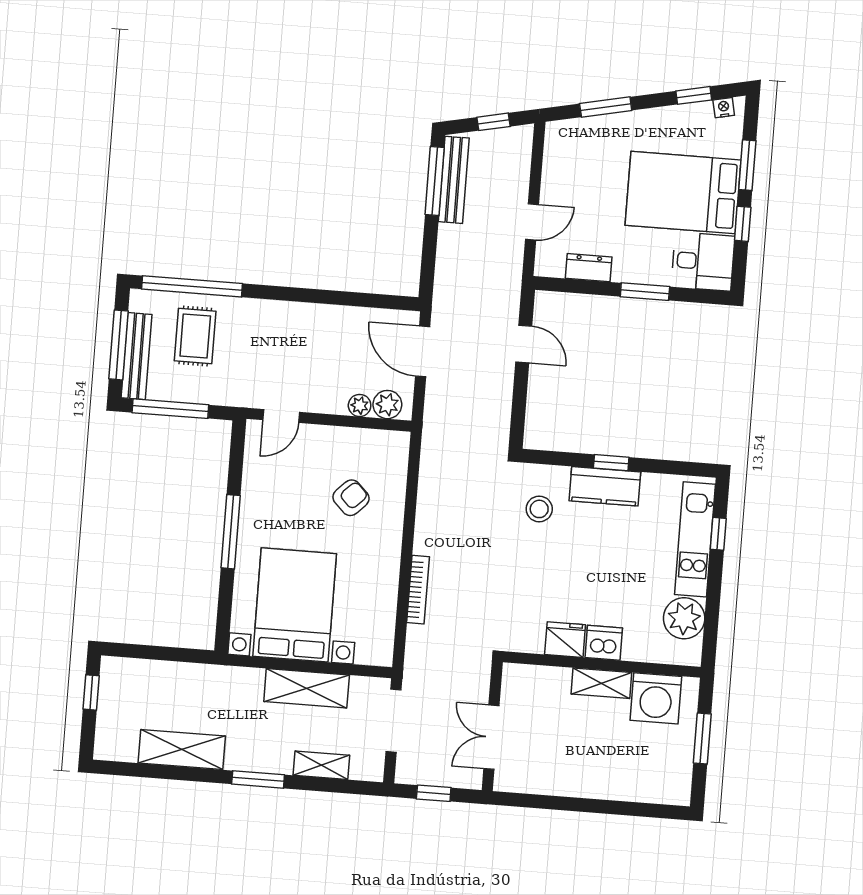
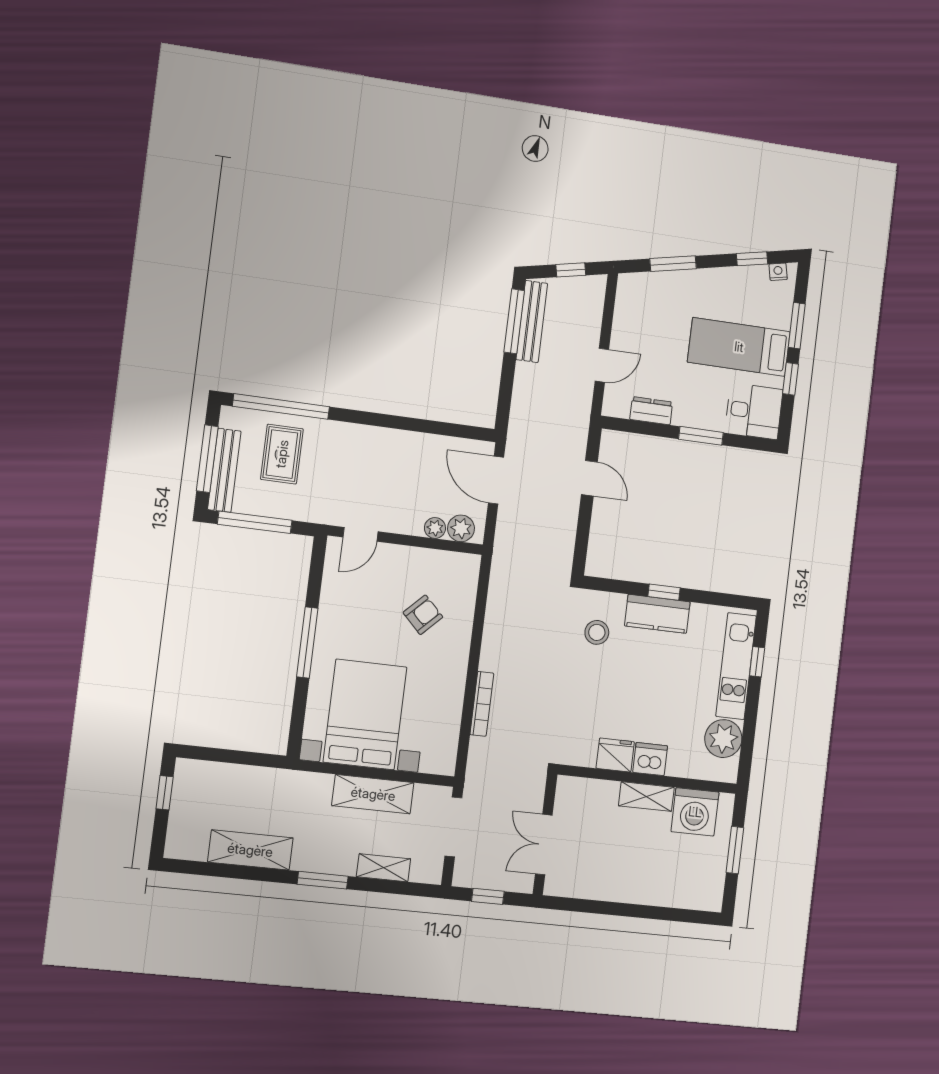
bed: (683, 193) -> (739, 347), width x0.67

